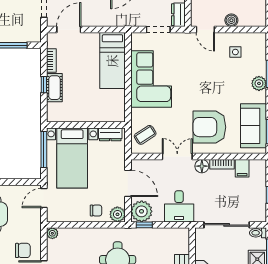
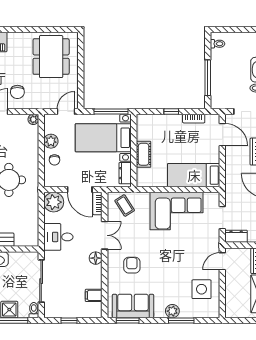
boiler: (231, 20) -> (231, 286), removed
side table: (235, 52) -> (202, 289), width x1.87, depth x1.87
cot: (54, 88) -> (144, 154), moved, turned 90
armchair: (209, 127) -> (132, 265), width x0.53, depth x0.53
bookcase: (222, 164) -> (97, 204), moved
door: (128, 183) -> (80, 190), hinge flipped
door: (44, 198) -> (66, 112), hinge flipped
plant: (117, 214) -> (51, 141), moved
window: (144, 225) -> (41, 205), removed

